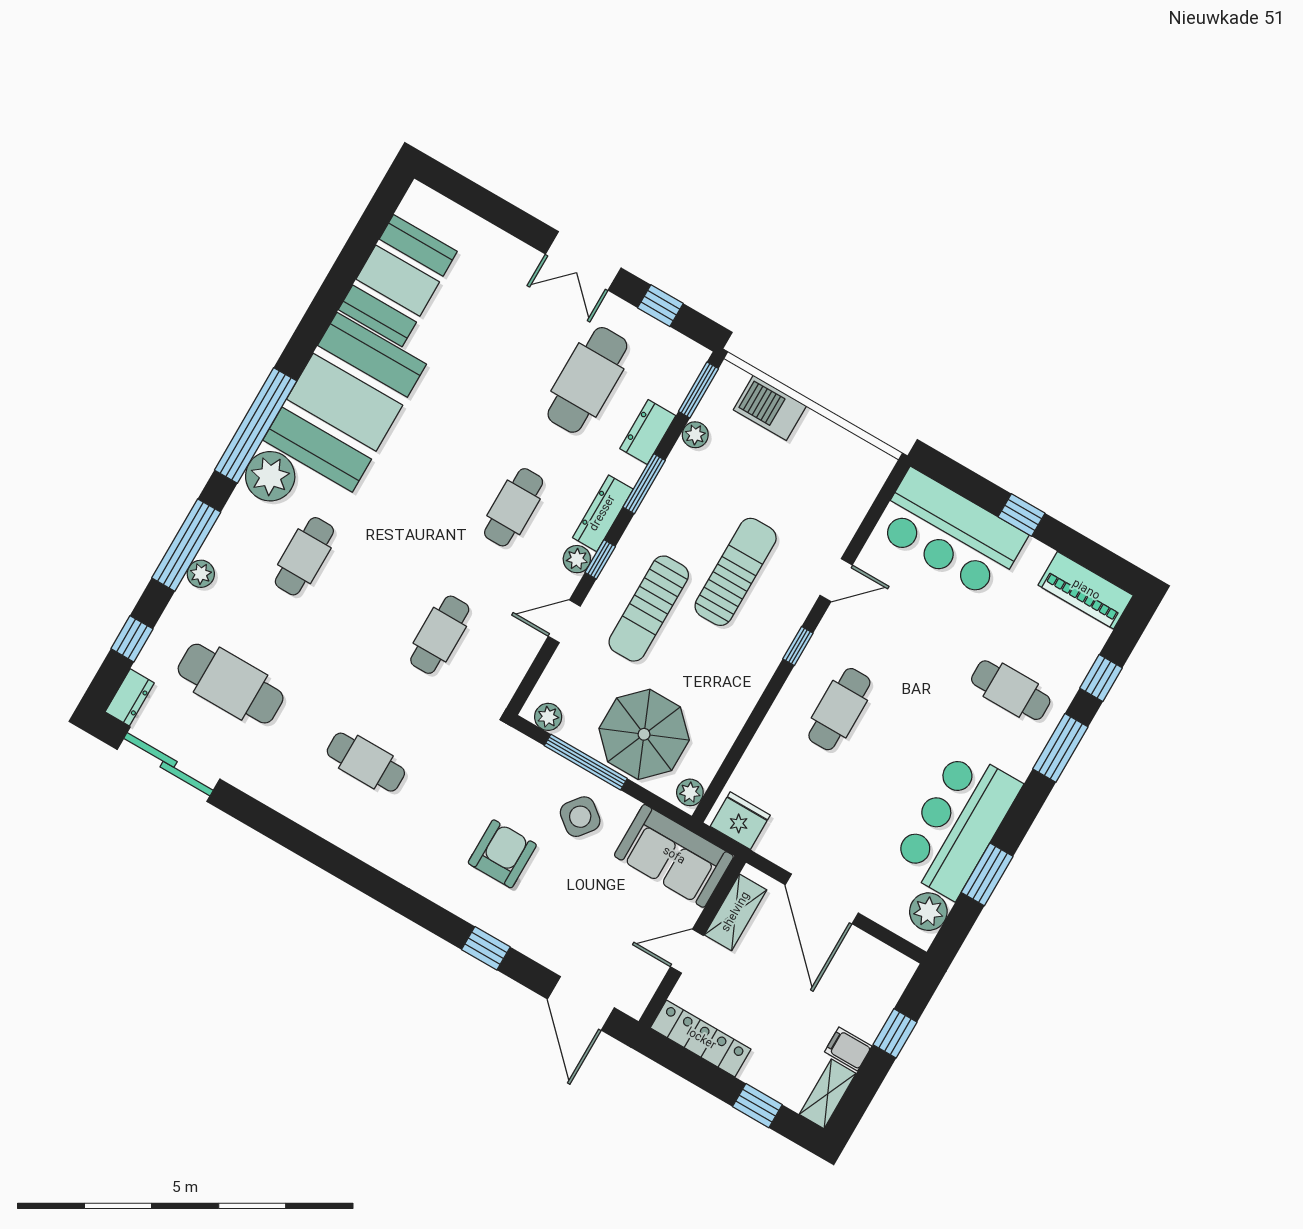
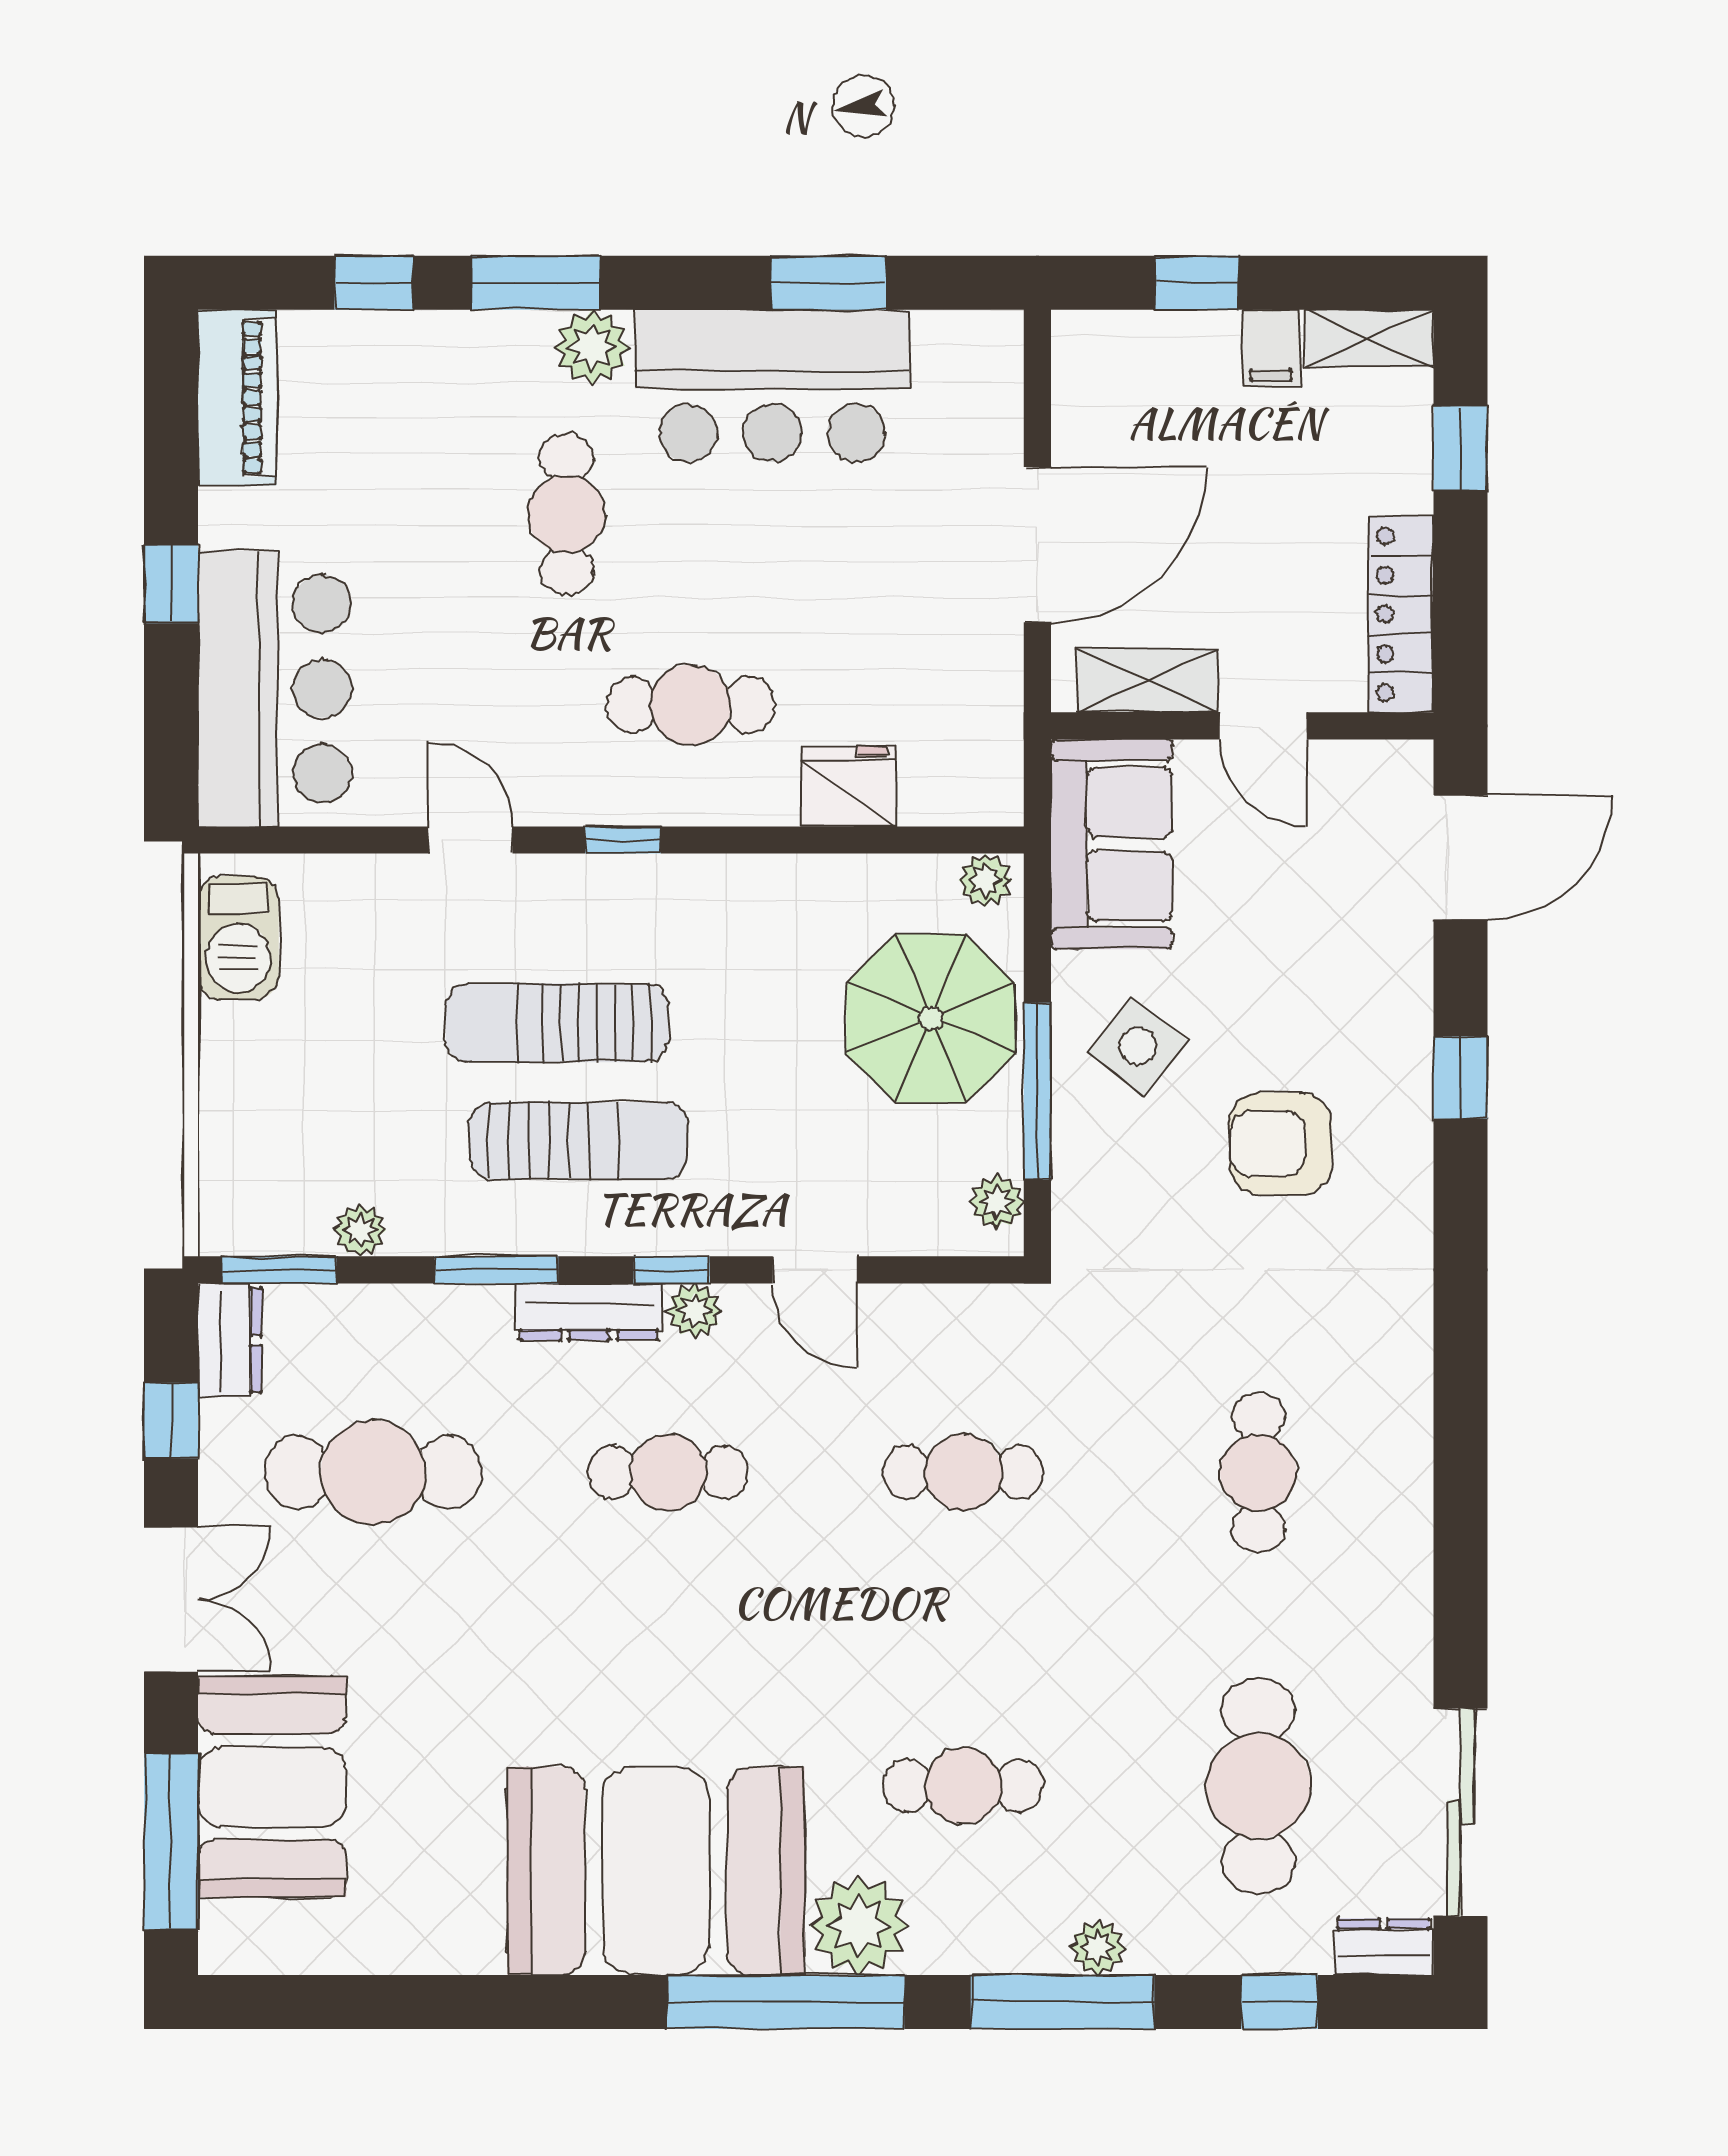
window: (479, 200) -> (171, 1841), added
booth: (398, 281) -> (272, 1787), moved, turned 90
barbecue: (770, 408) -> (238, 938), moved
dresser: (648, 432) -> (230, 1340), moved, turned -90
sun lounger: (649, 609) -> (579, 1141), moved
cafe table: (1011, 690) -> (566, 514), moved
fridge: (740, 821) -> (848, 786), moved, turned 90
plant: (928, 912) -> (592, 347), moved

